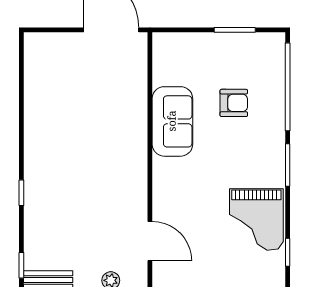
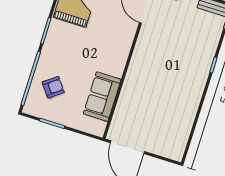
armchair: (234, 103) -> (53, 87), moved, turned 143
sofa: (172, 121) -> (102, 97), moved

